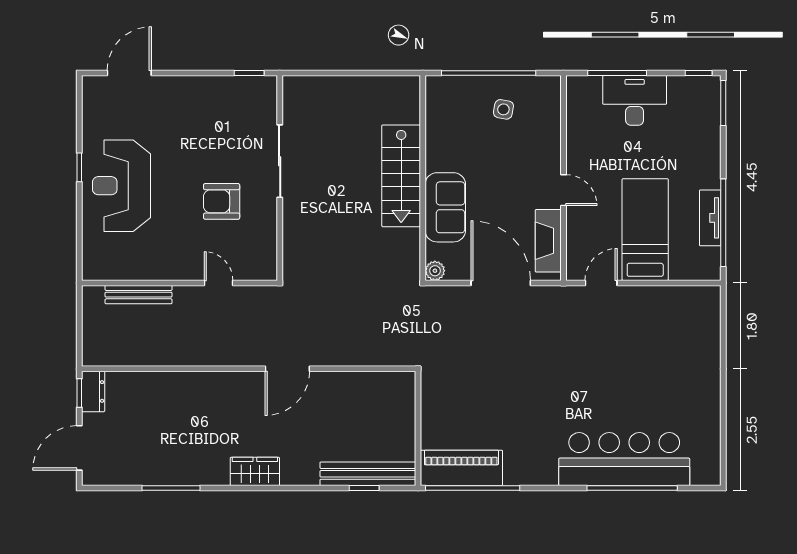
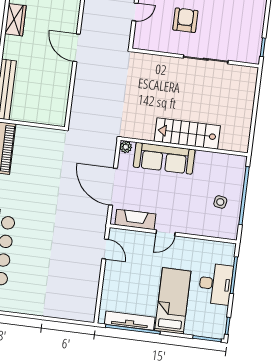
sofa: (445, 207) -> (164, 158), width x1.36
tv unit: (710, 218) -> (130, 321), width x1.41
bed: (645, 230) -> (173, 301), moved, turned -90
door: (501, 283) -> (113, 187), swing flipped

